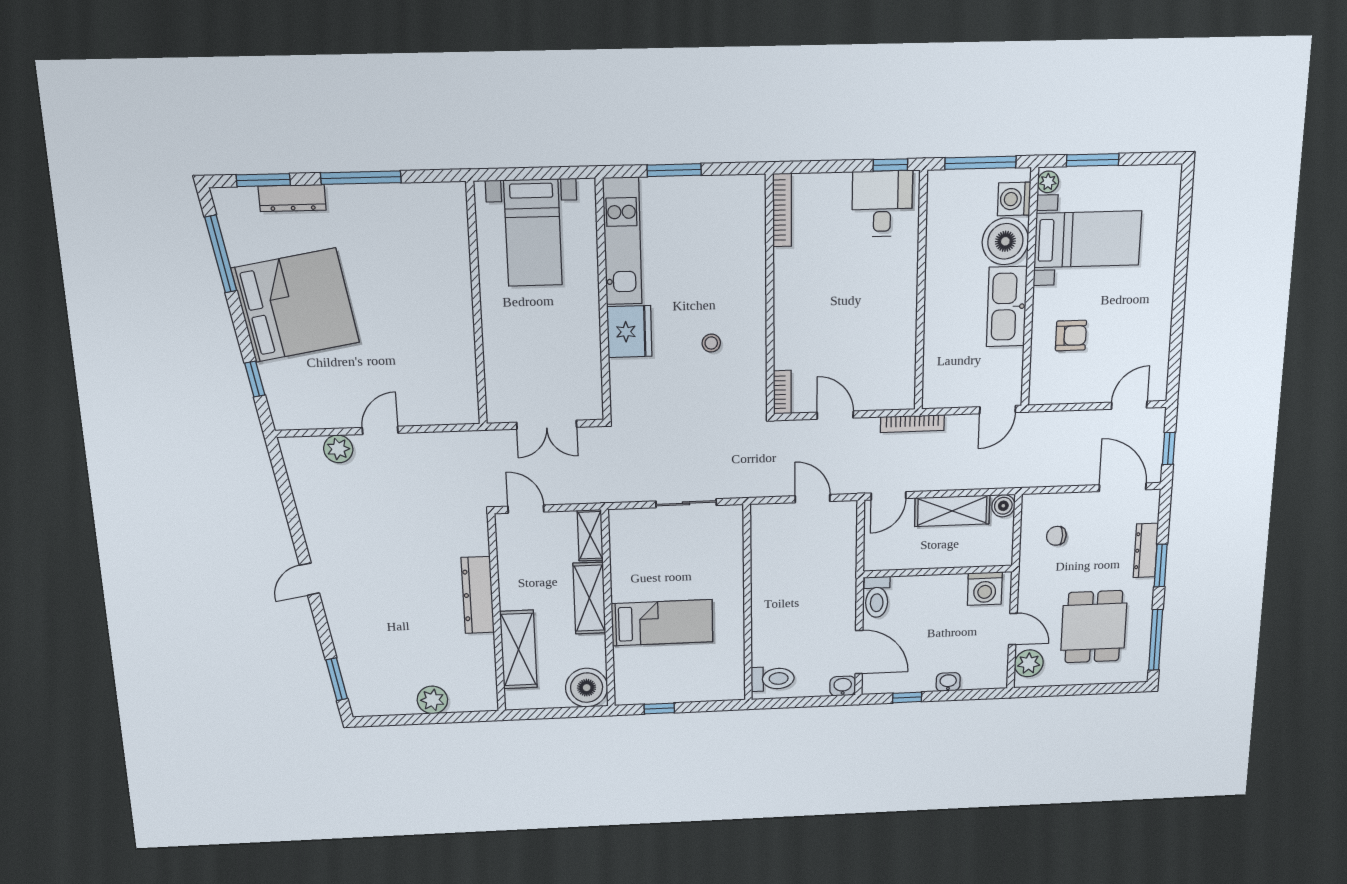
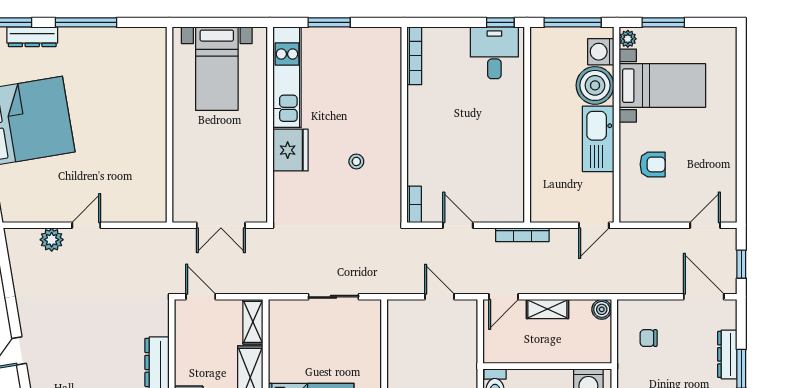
shelving: (952, 511) -> (547, 309), width x0.67, depth x0.75

